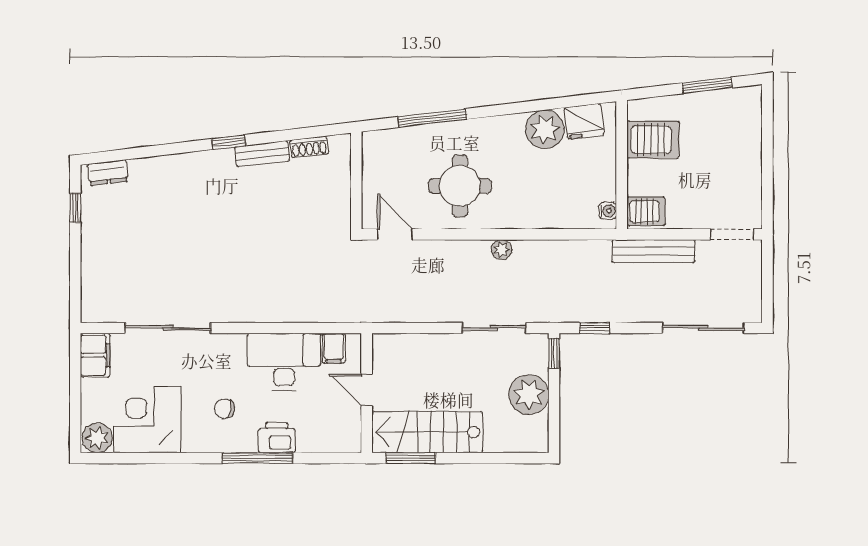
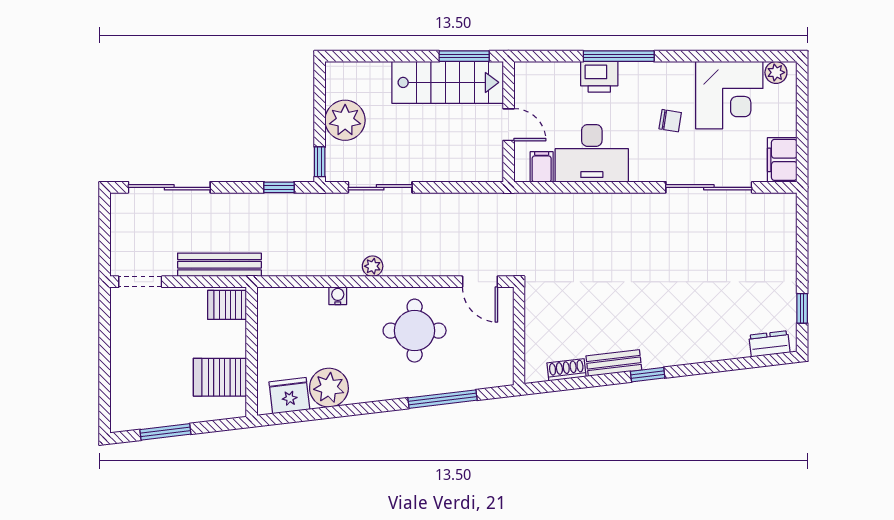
water cooler: (608, 211) -> (338, 296), moved, turned 90
chair: (225, 409) -> (670, 121), moved
plant: (97, 438) -> (776, 72), width x0.73, depth x0.73

